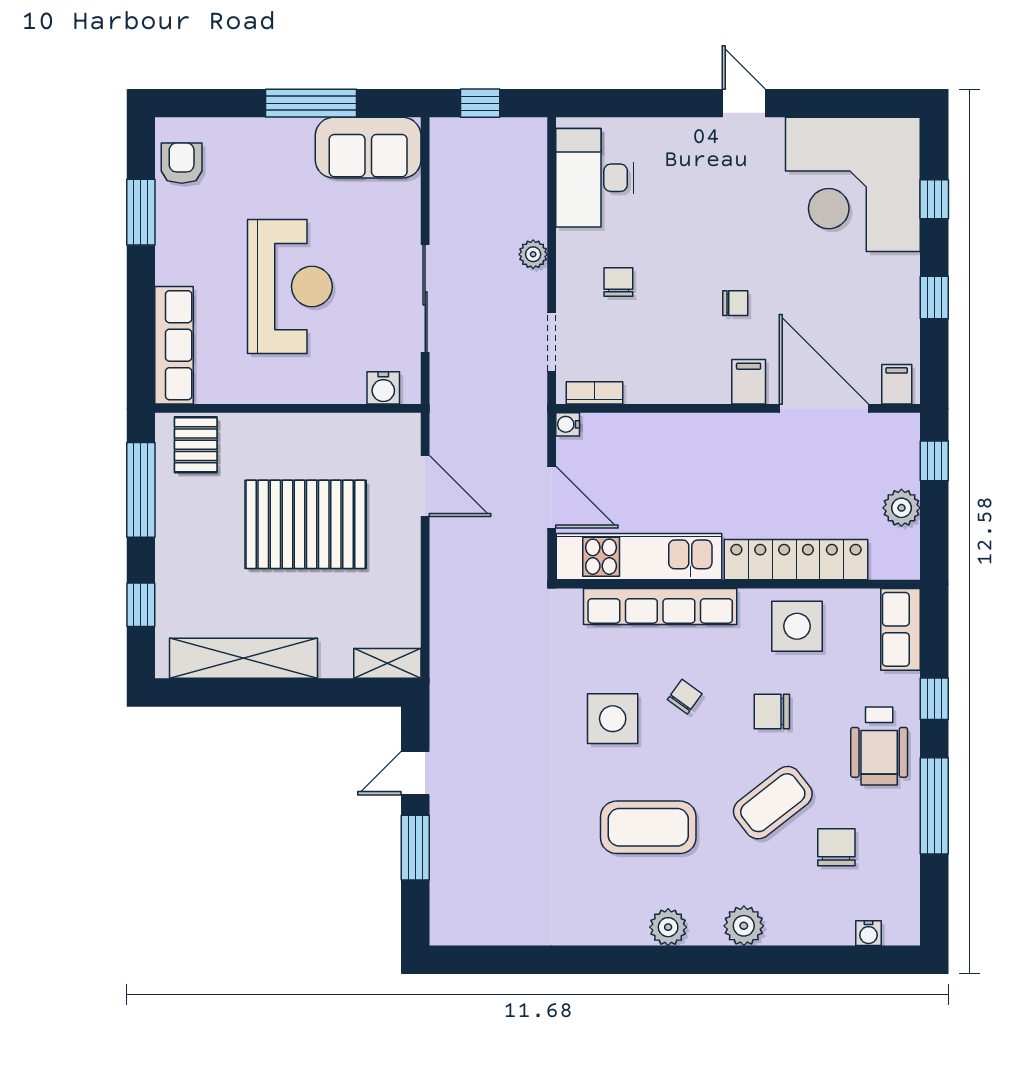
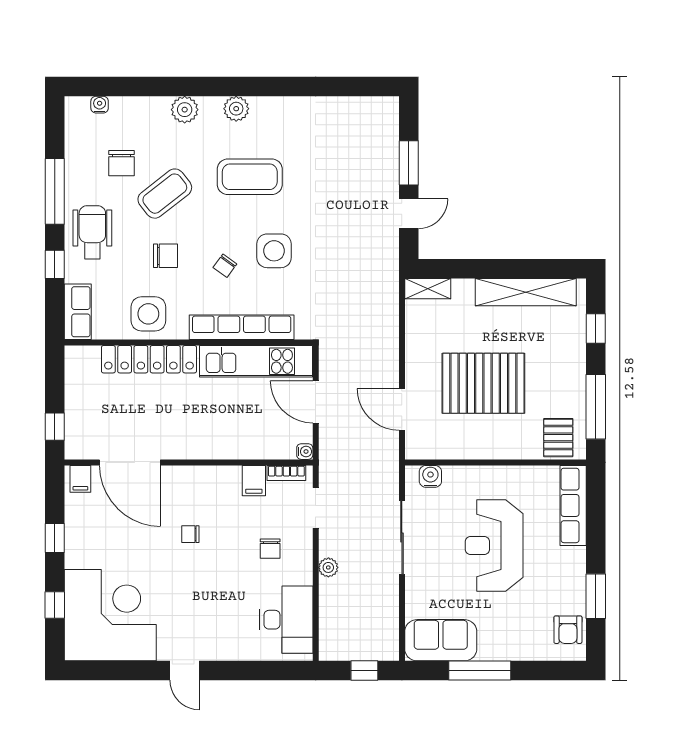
filing cabinet: (749, 382) -> (254, 481), moved
plant: (901, 508) -> (77, 395), removed

